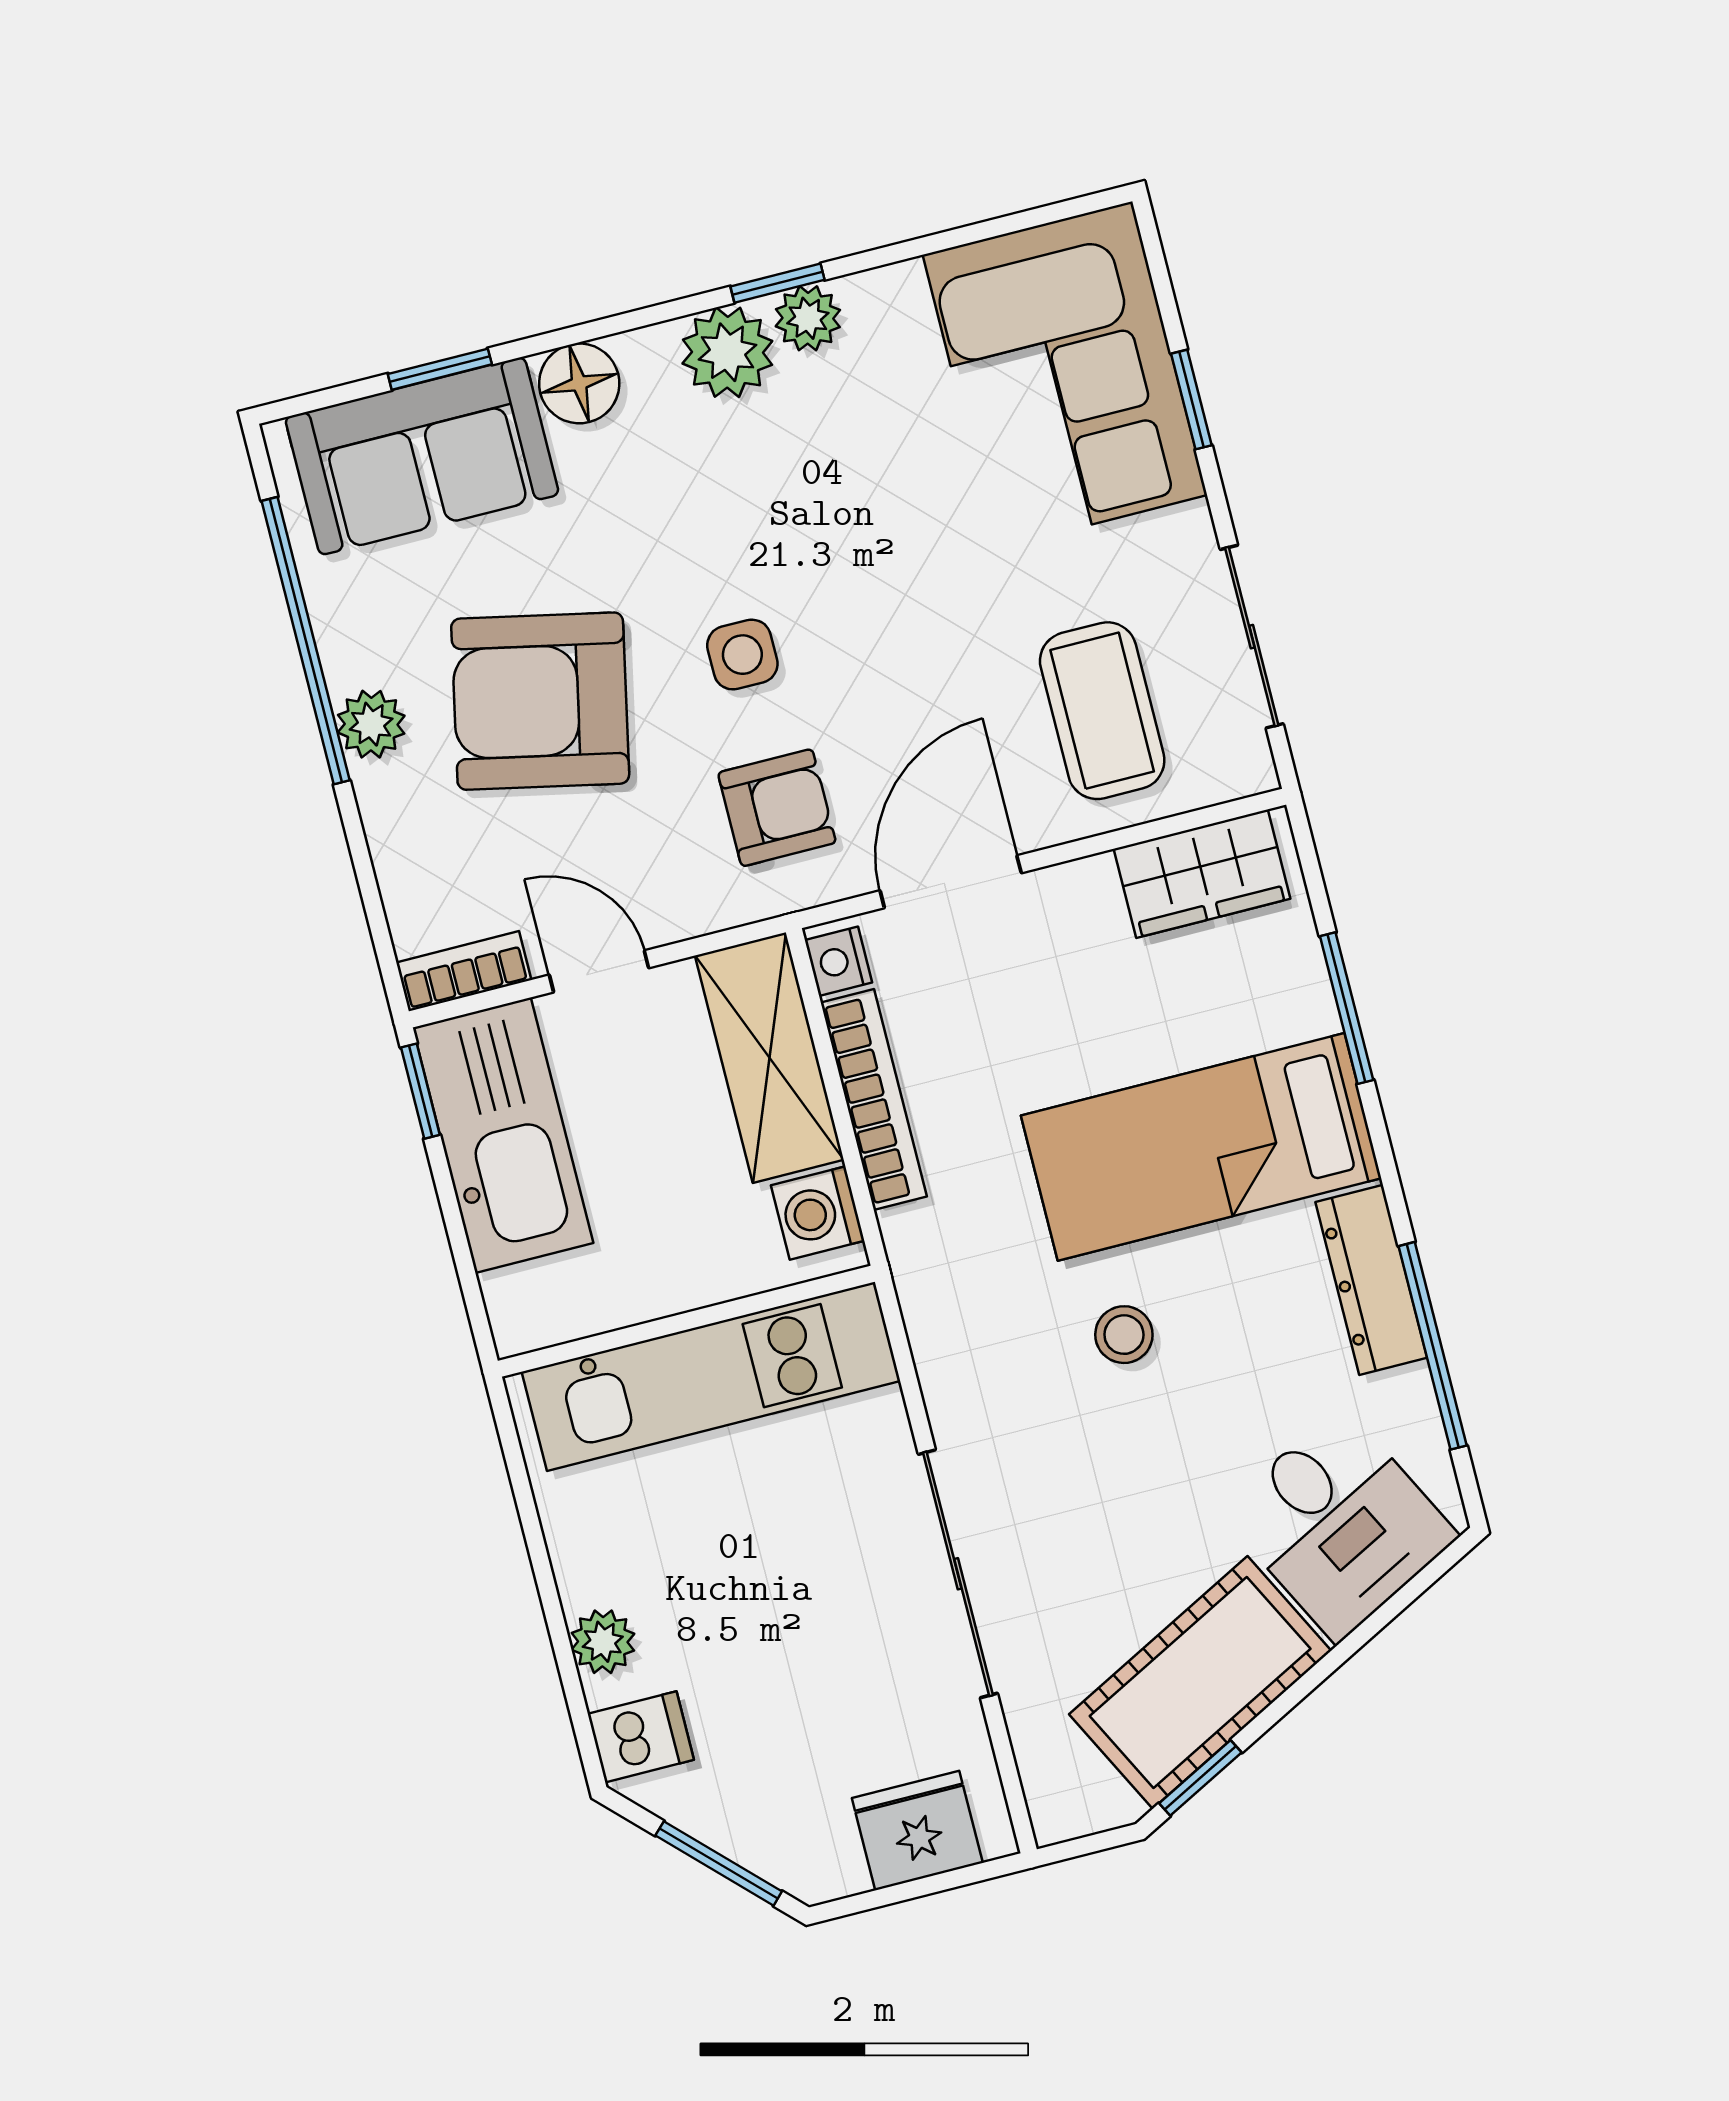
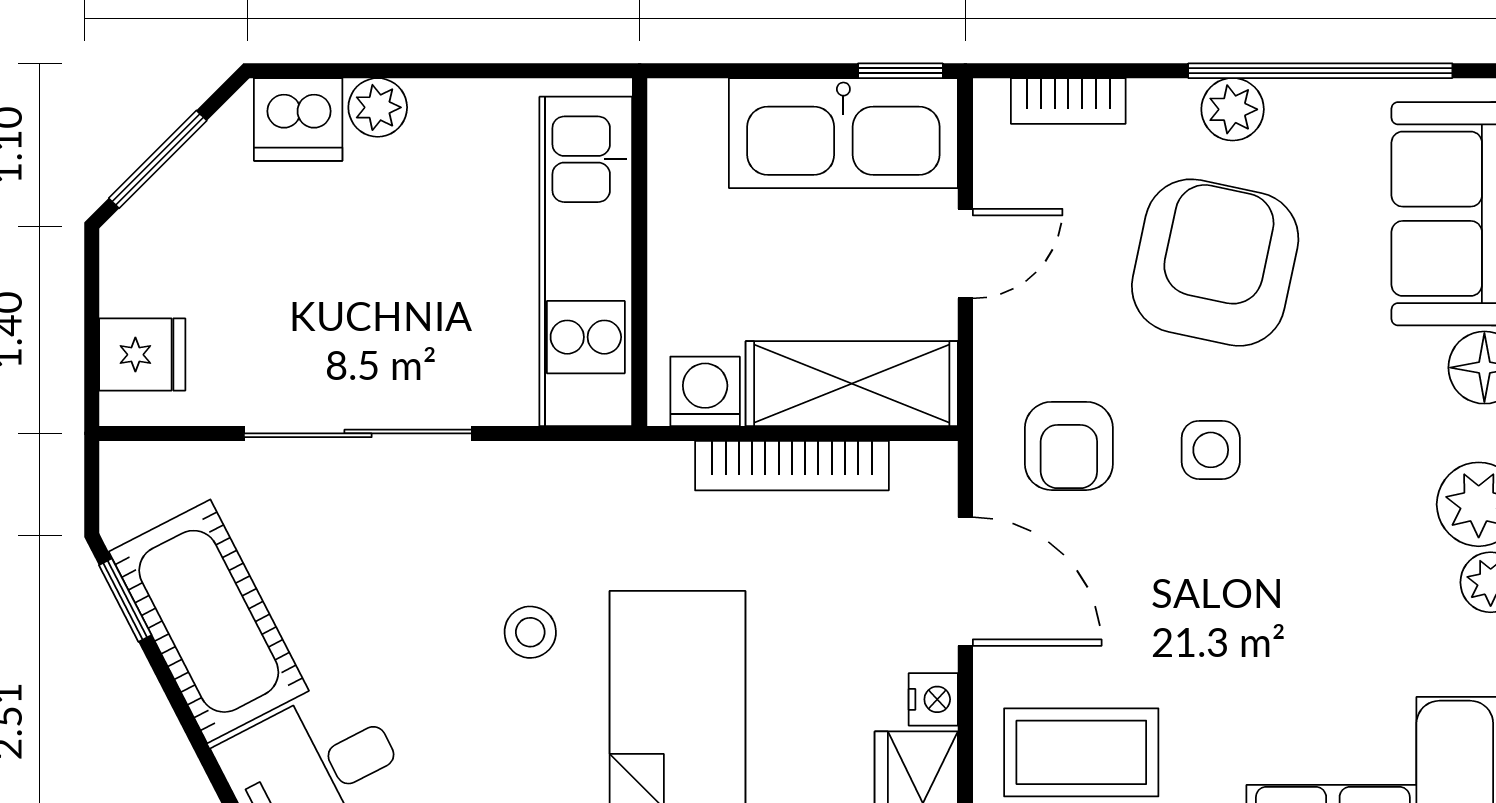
nightstand: (838, 961) -> (933, 699), moved, turned 90
bookcase: (464, 971) -> (1068, 101), moved, turned 90
dishwasher: (641, 1737) -> (298, 119), width x1.38
fridge: (917, 1831) -> (142, 355), width x0.72

